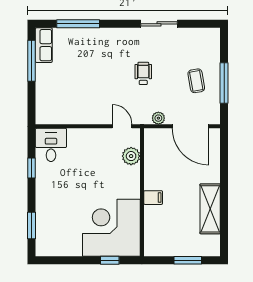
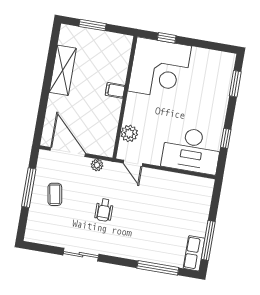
desk: (51, 145) -> (192, 150), width x1.87, depth x1.30

